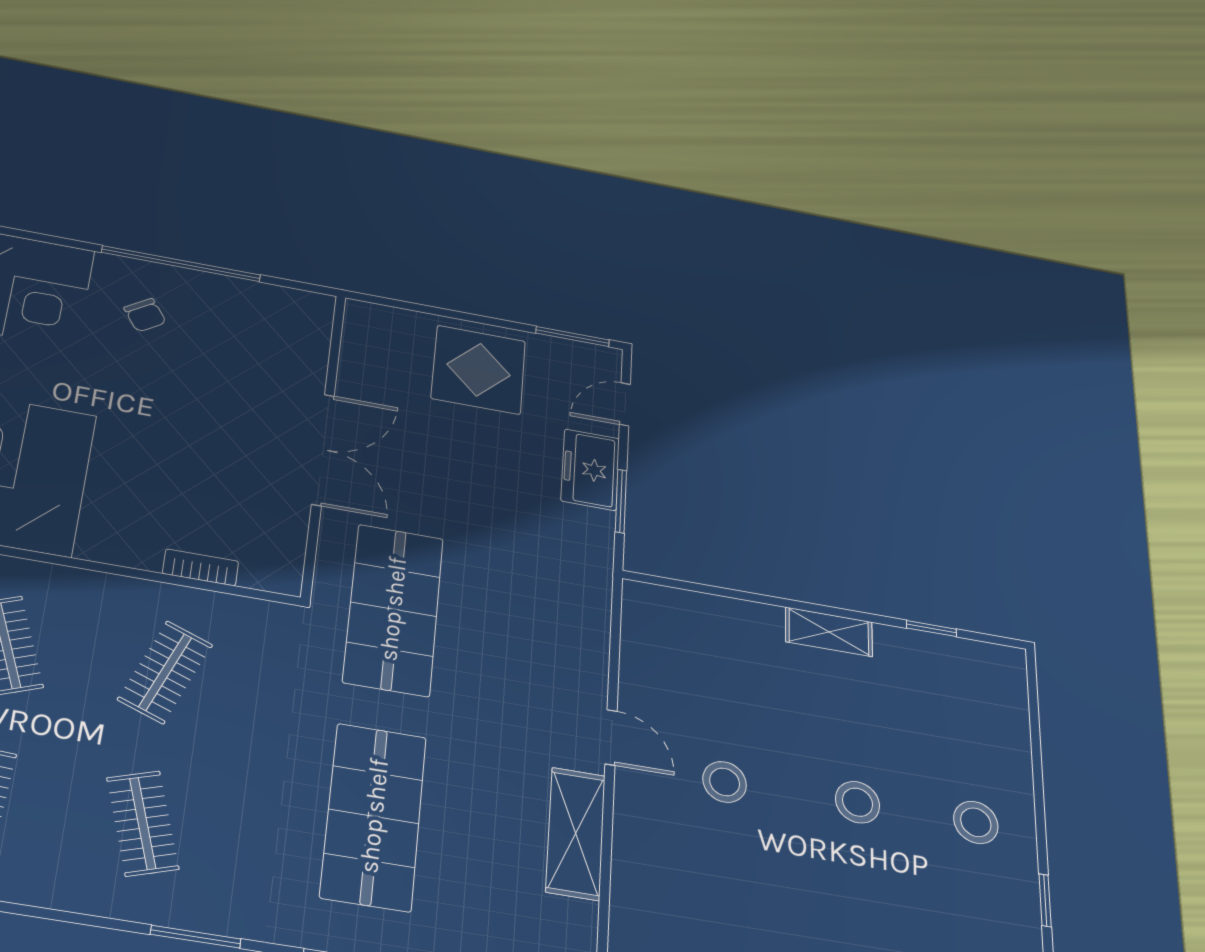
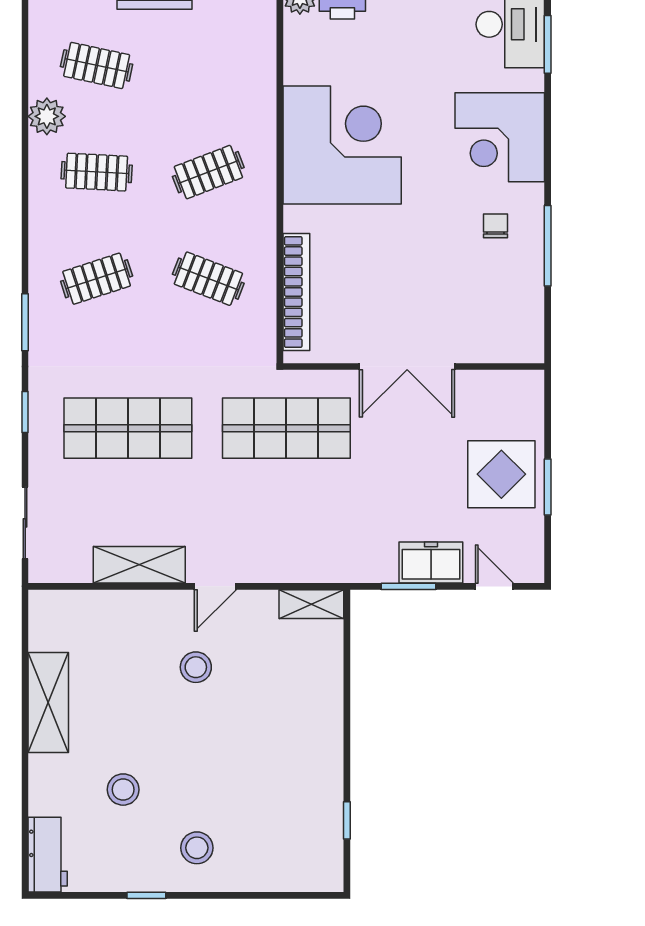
window: (181, 264) -> (548, 246), width x0.68
chair: (145, 315) -> (495, 226), turned 124
window: (572, 336) -> (548, 487), moved
bookcase: (201, 567) -> (296, 292), width x2.31, depth x1.31
shelving: (829, 632) -> (311, 604), moved, turned 90
stool: (857, 802) -> (123, 790), moved

